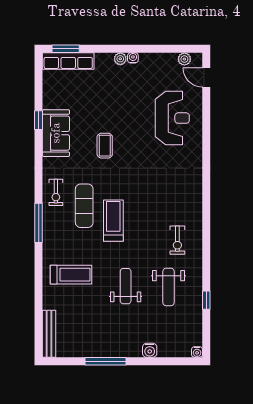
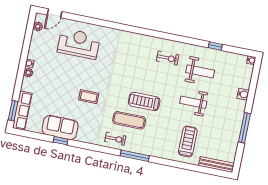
sofa: (56, 133) -> (60, 127), moved
treadmill: (71, 275) -> (188, 141), moved

